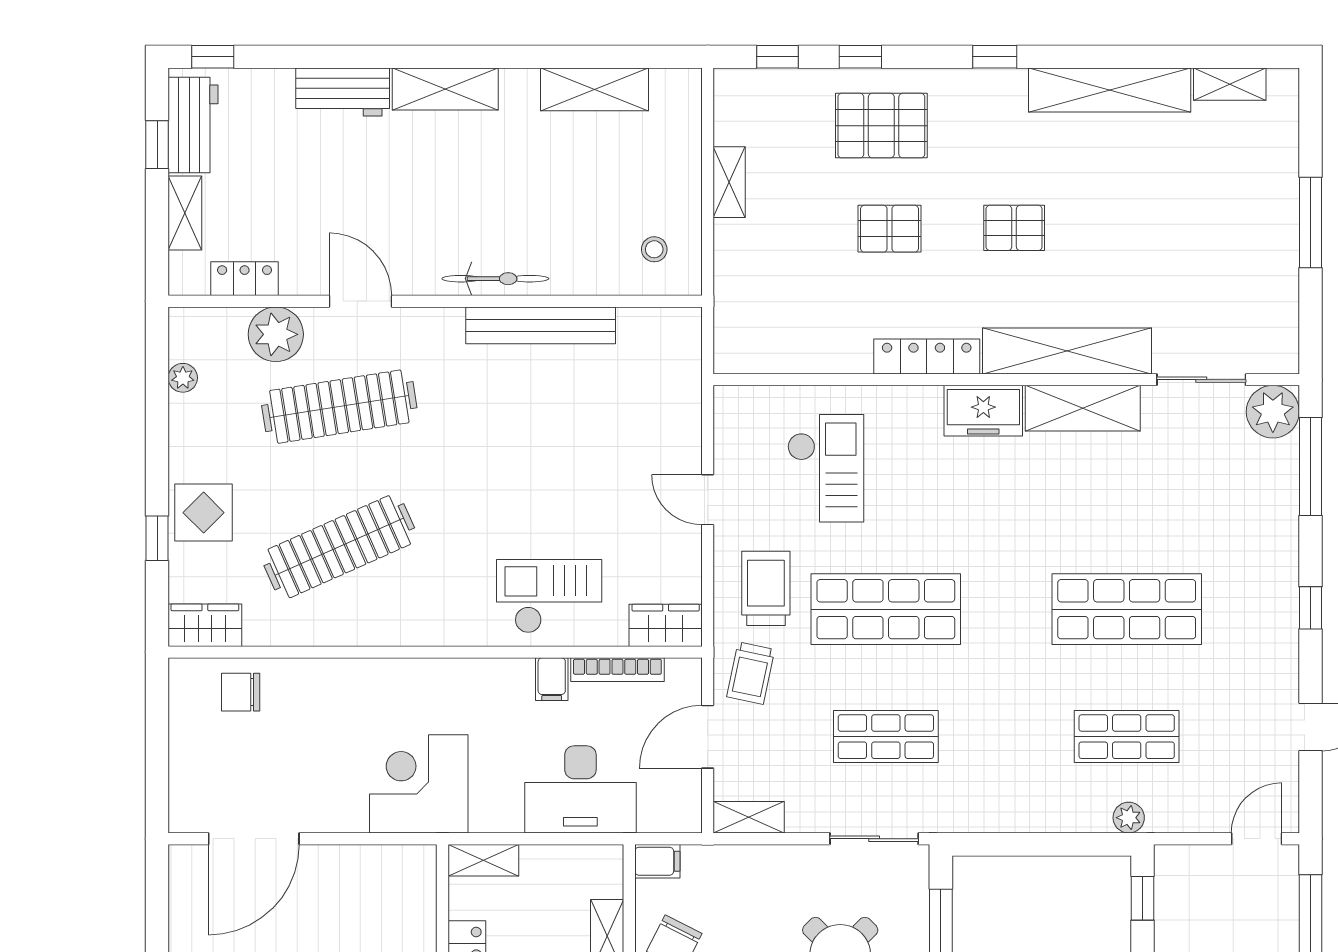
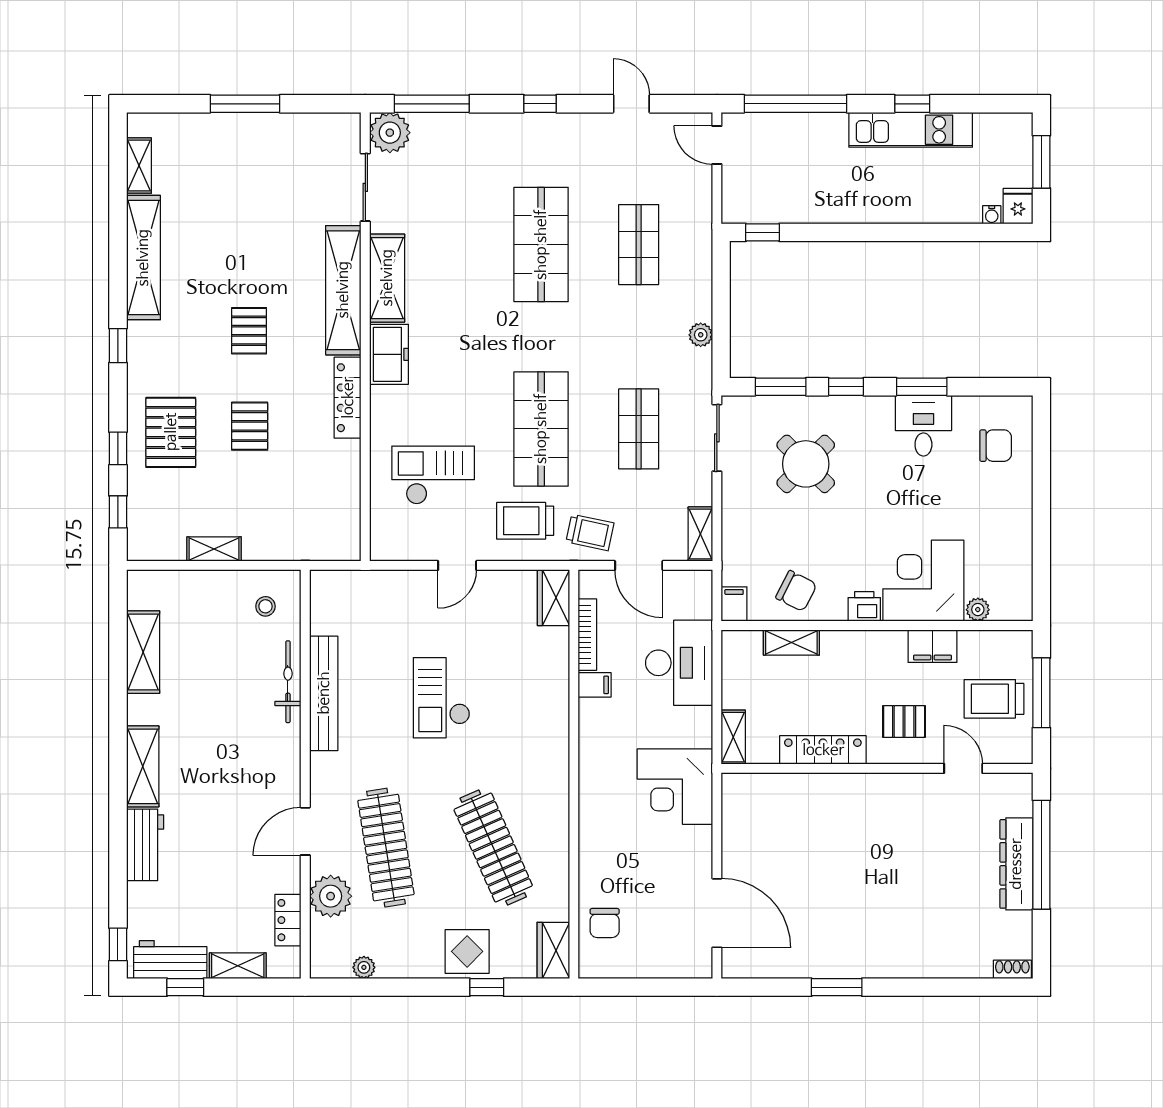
bicycle: (495, 279) -> (288, 682), moved
checkout: (549, 596) -> (442, 698), moved
plant: (1129, 818) -> (701, 335), moved

